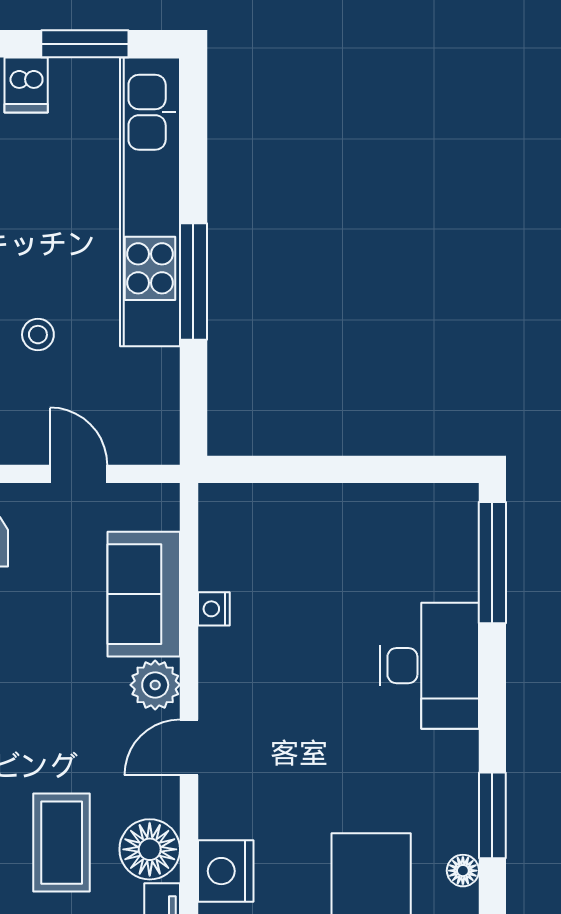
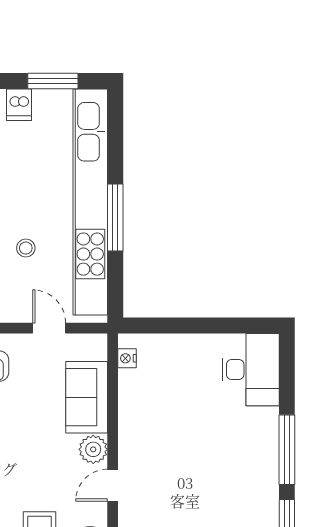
kitchen unit: (150, 202) -> (90, 202), width x1.36
window: (492, 563) -> (287, 450), moved
nightstand: (214, 609) -> (127, 358), moved
desk: (429, 666) -> (251, 370), moved

